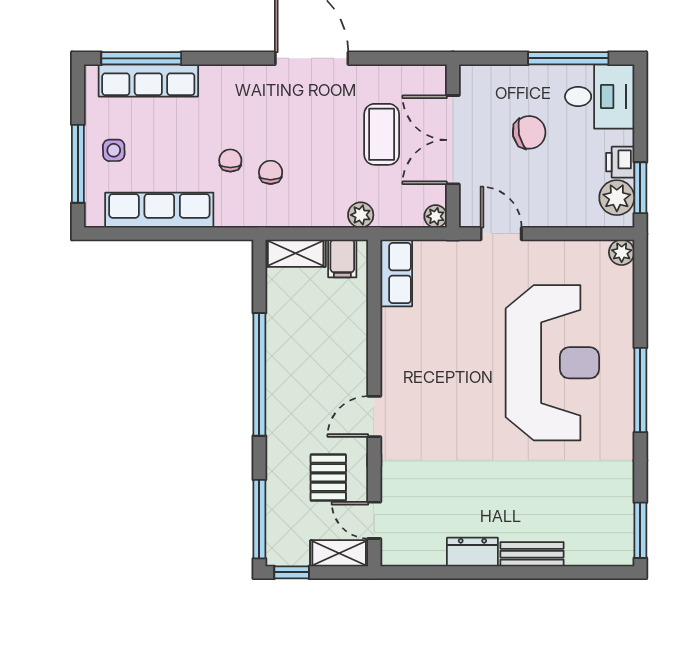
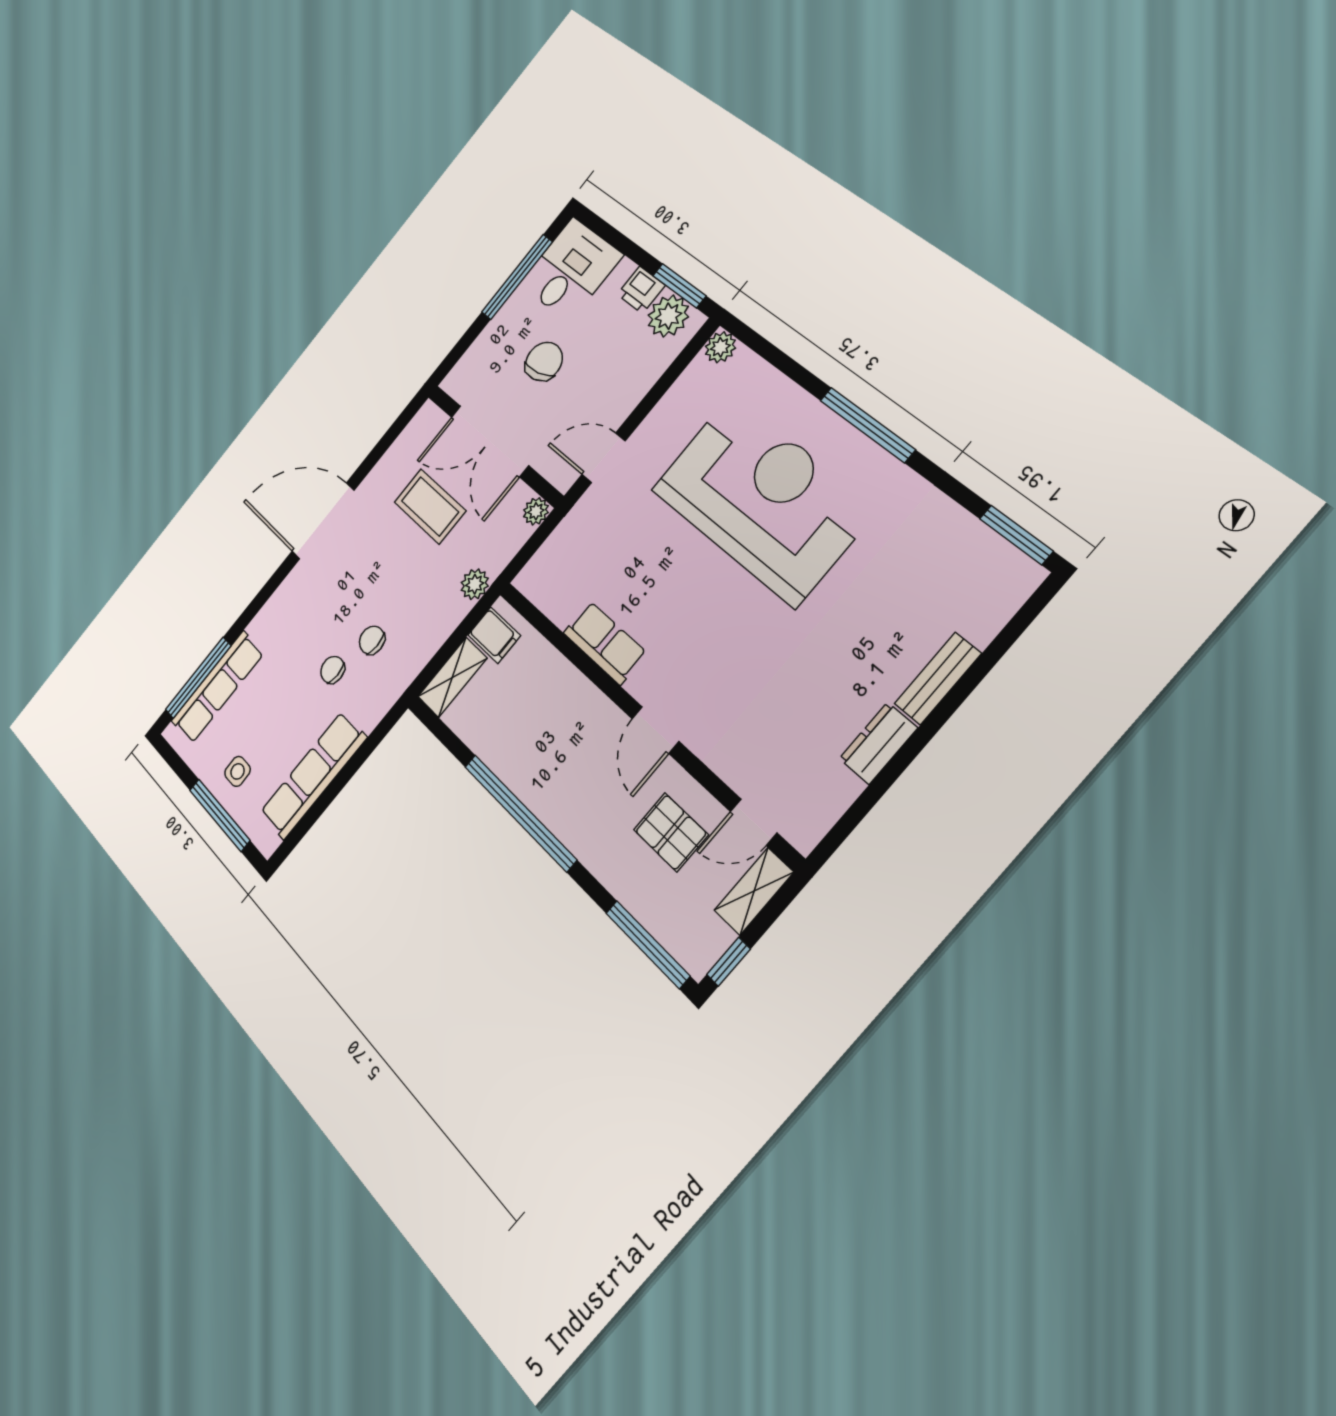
row of seats: (396, 273) -> (605, 643), moved

